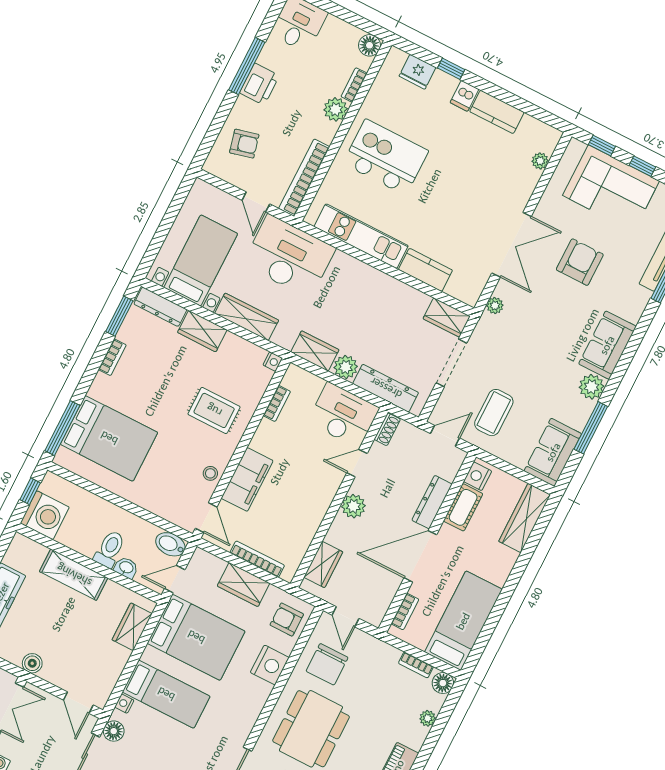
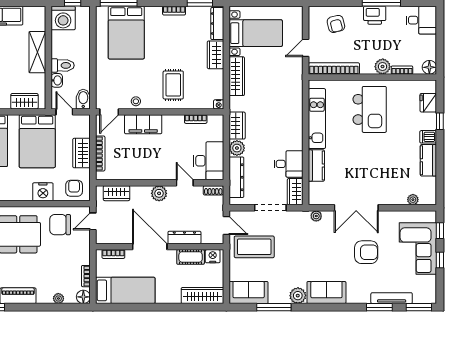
desk: (289, 256) -> (288, 164), moved, width x0.53, depth x0.77
coffee table: (494, 413) -> (254, 247), width x1.36, depth x1.32

